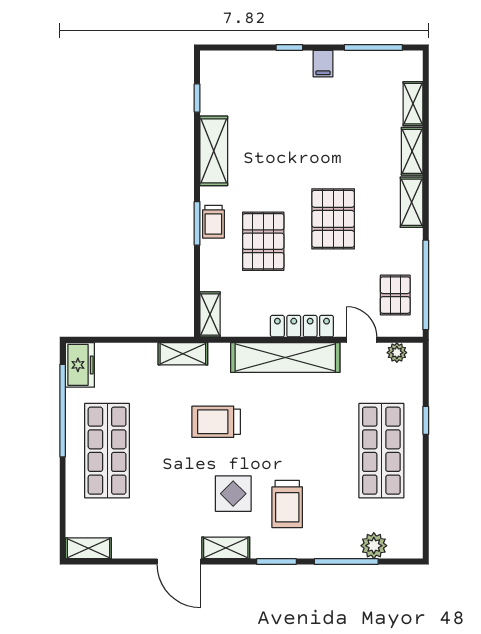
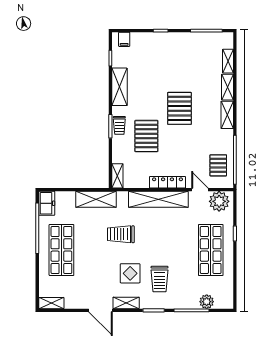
filing cabinet: (323, 64) -> (124, 39), moved
pallet: (333, 219) -> (179, 108), moved
plant: (397, 353) -> (219, 201), width x1.88, depth x1.88
shelving: (183, 354) -> (96, 199), width x1.50, depth x1.33

